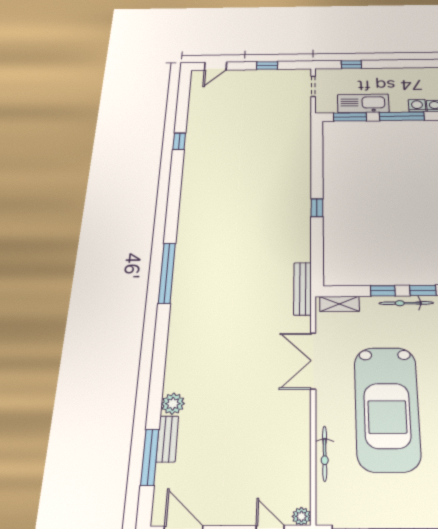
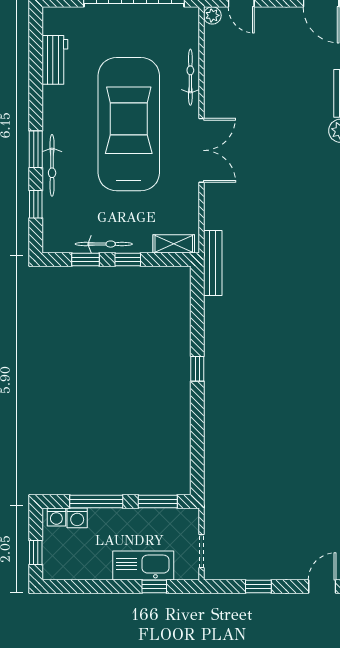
kitchen sink: (363, 103) -> (143, 565), moved, turned 180
double door: (313, 361) -> (201, 150), moved

